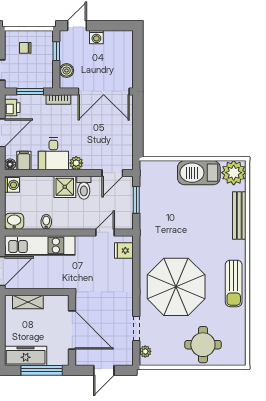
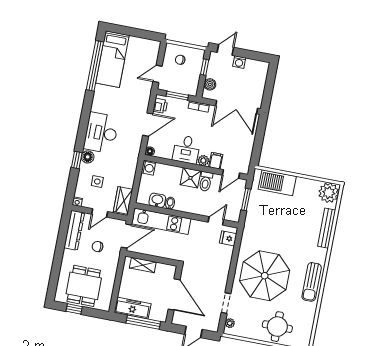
filing cabinet: (24, 160) -> (216, 161), moved
barbecue: (199, 173) -> (277, 183), moved
washbasin: (14, 221) -> (157, 200), moved

